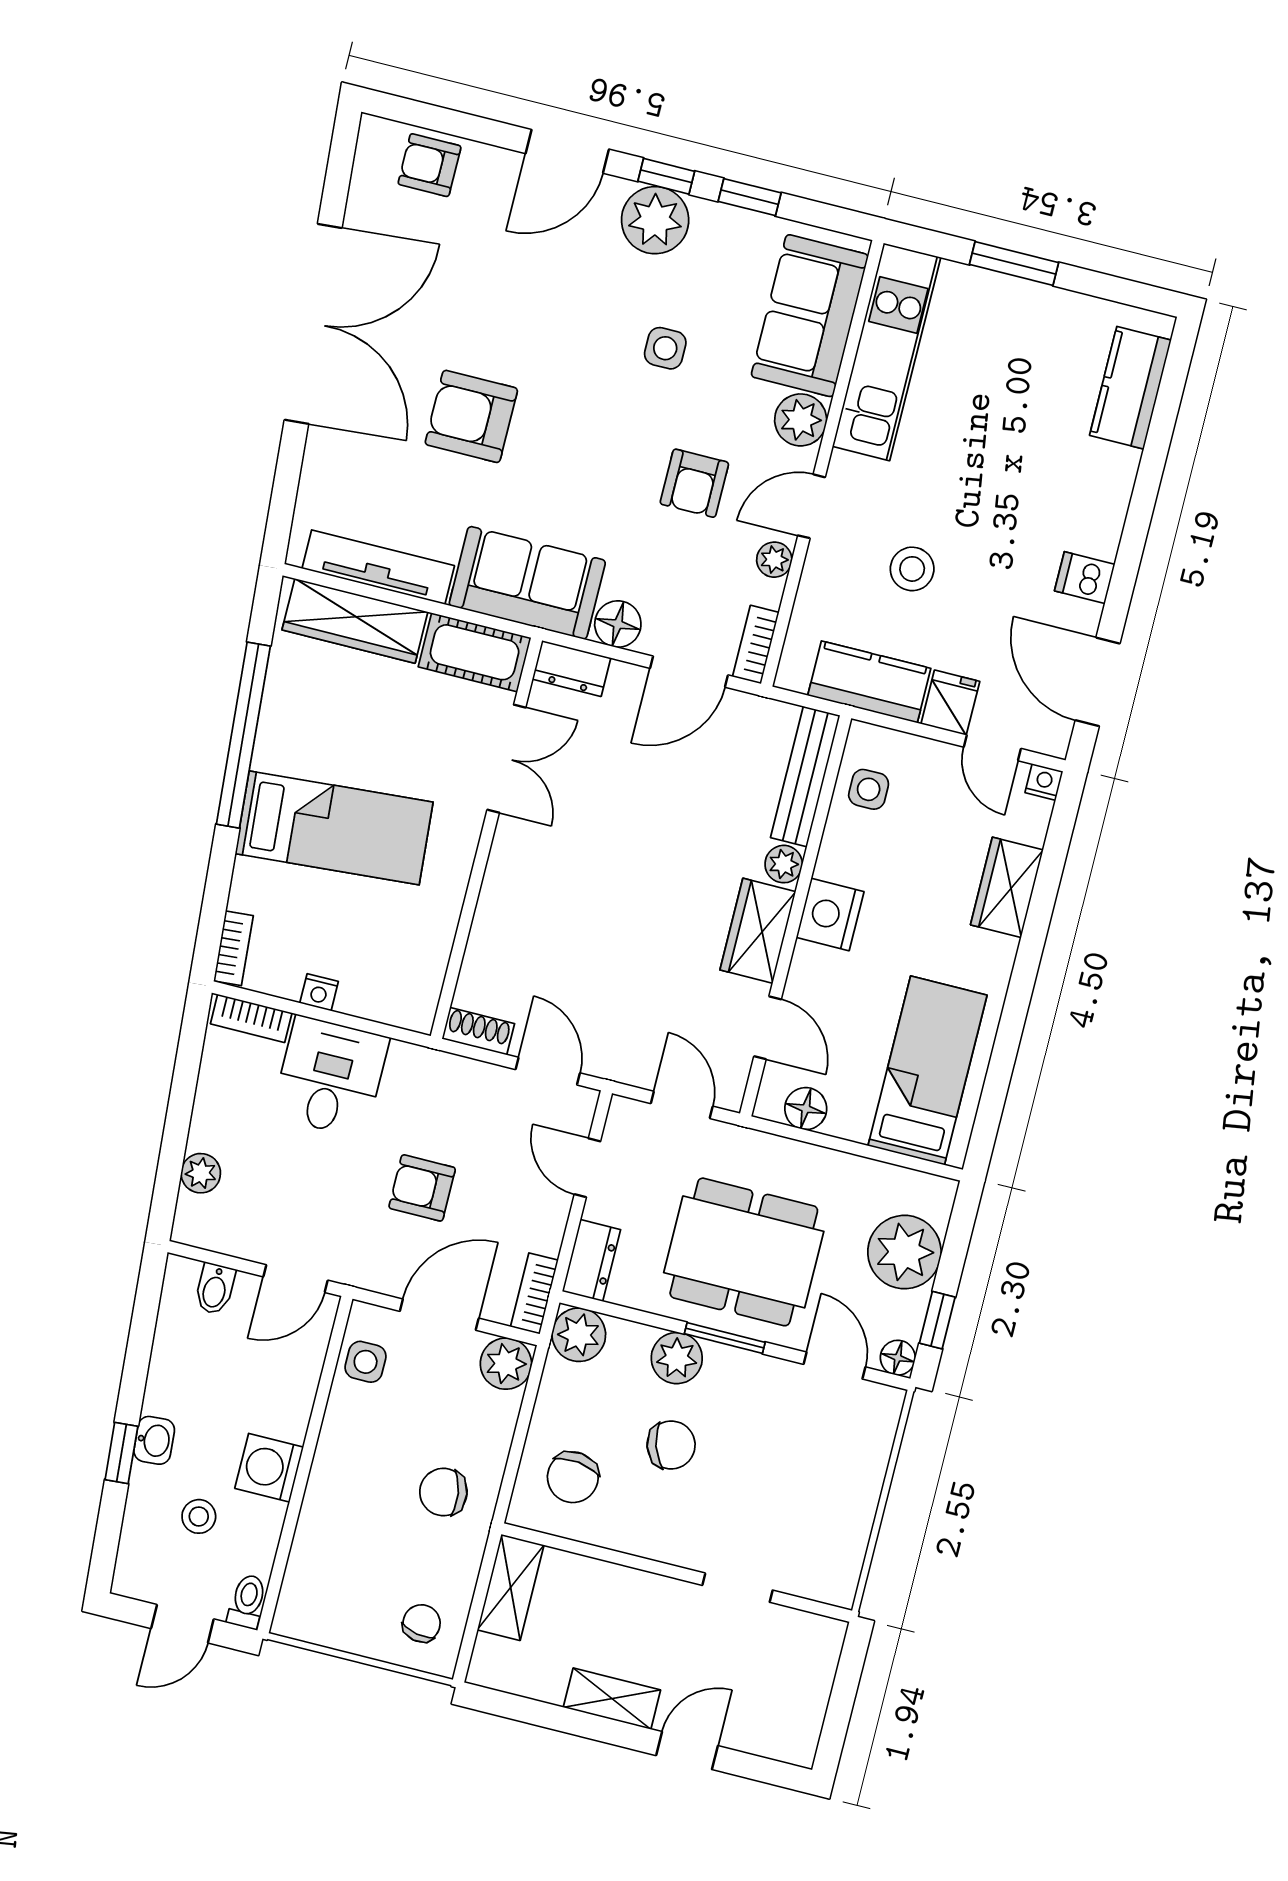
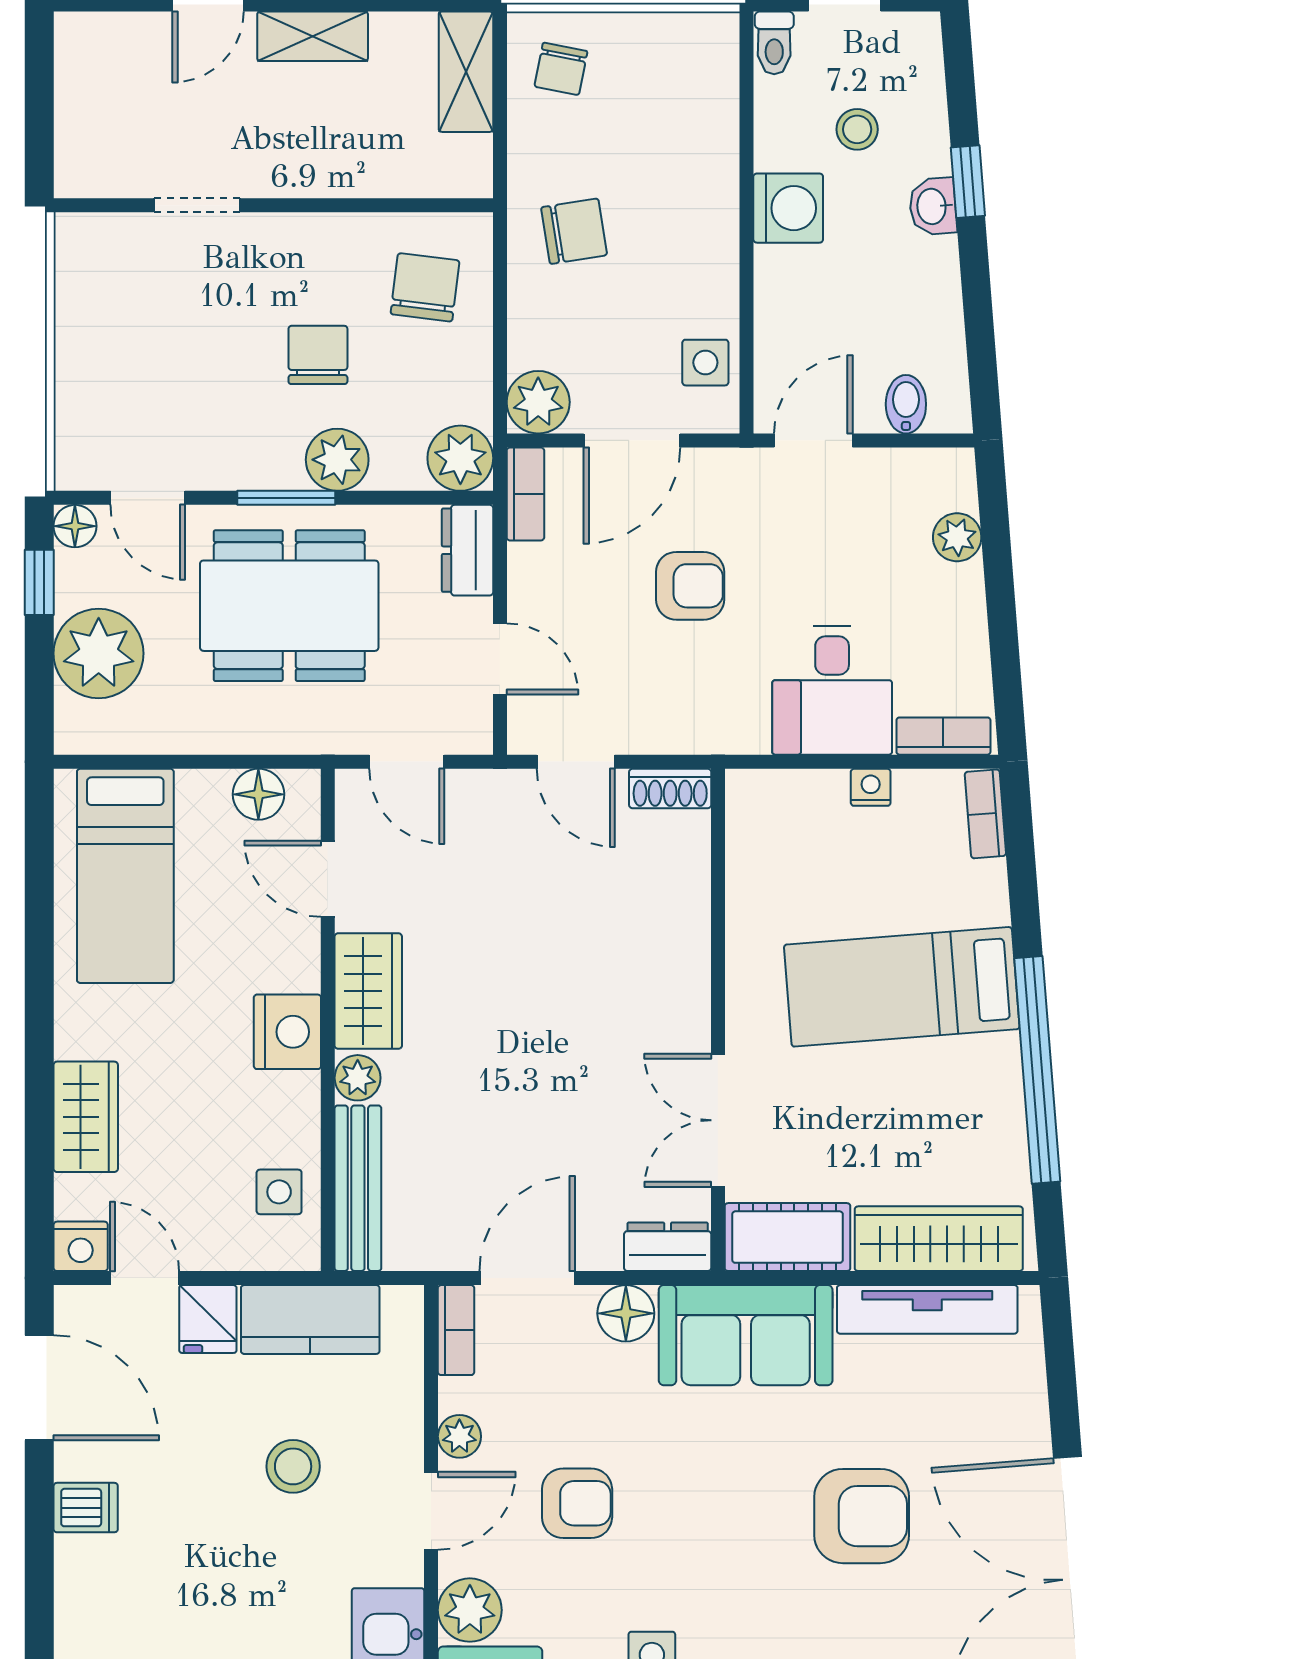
armchair: (694, 483) -> (577, 1503), turned 90
nightstand: (1044, 782) -> (81, 1246), width x1.39, depth x1.35
chair: (671, 1445) -> (318, 355), turned 108
shelving: (511, 1587) -> (466, 72), moved

